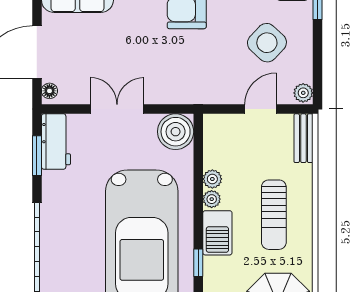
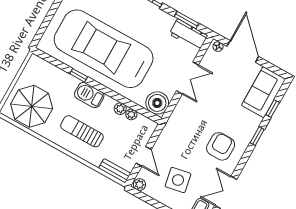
side table: (267, 43) -> (178, 180), turned 36
plant: (212, 199) -> (131, 114), moved

